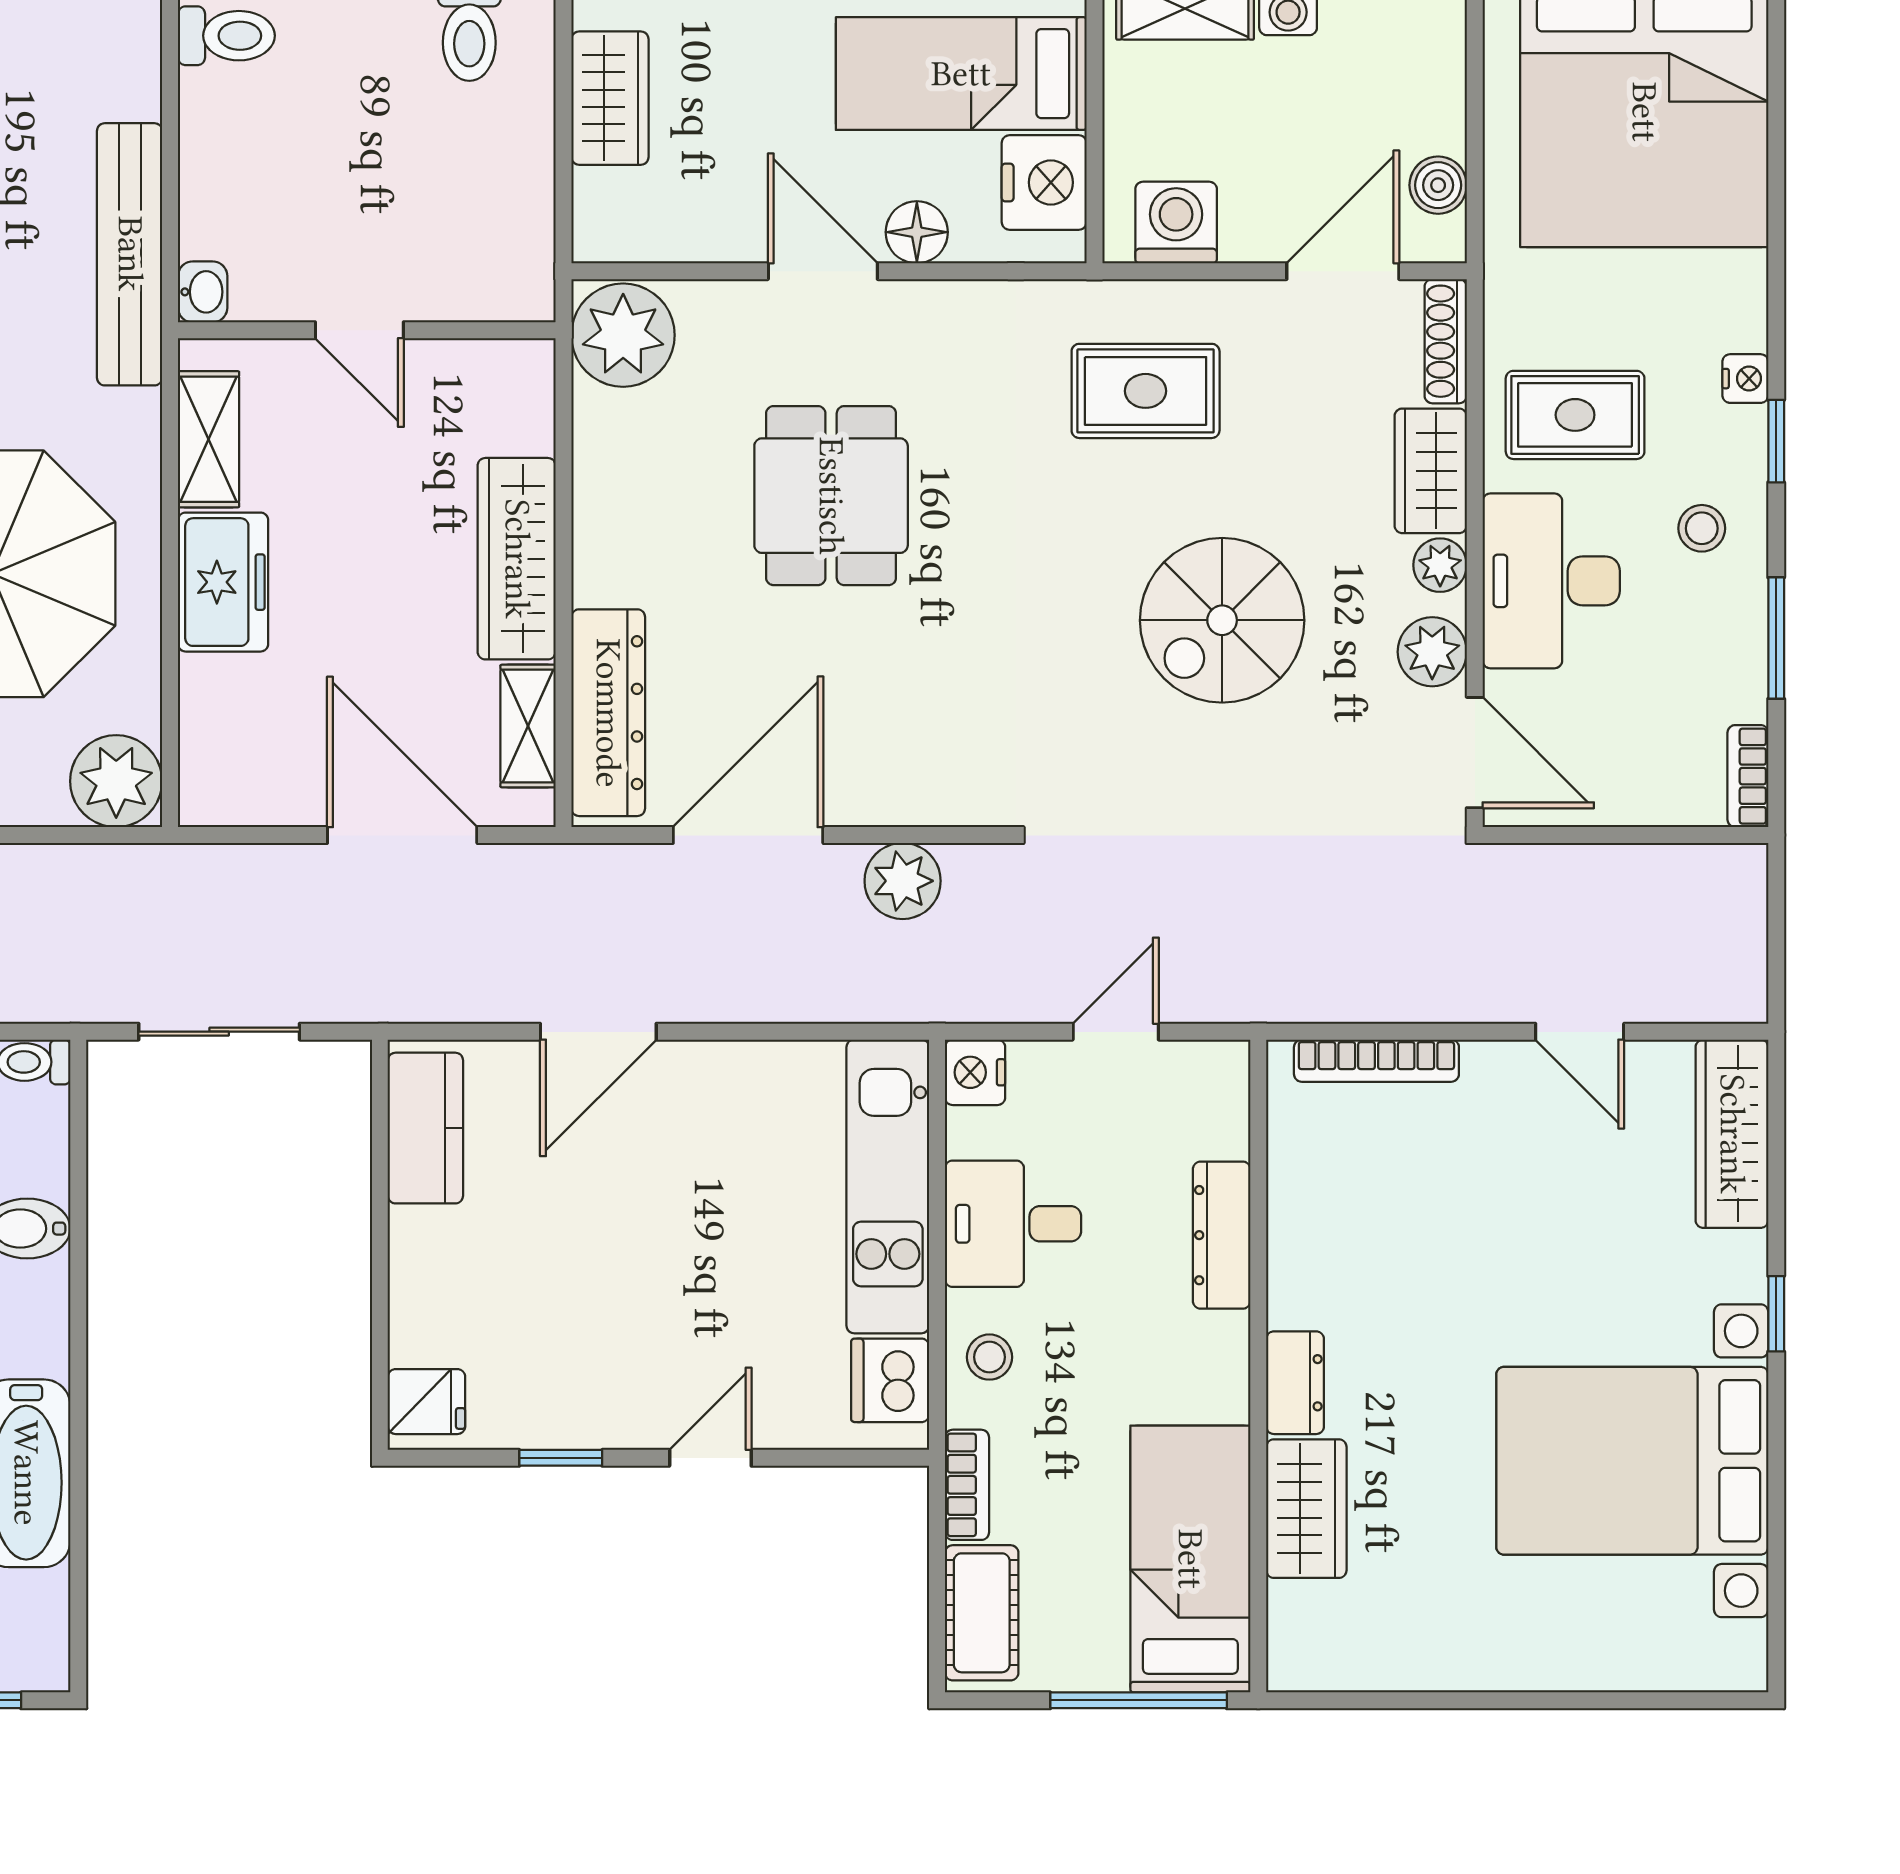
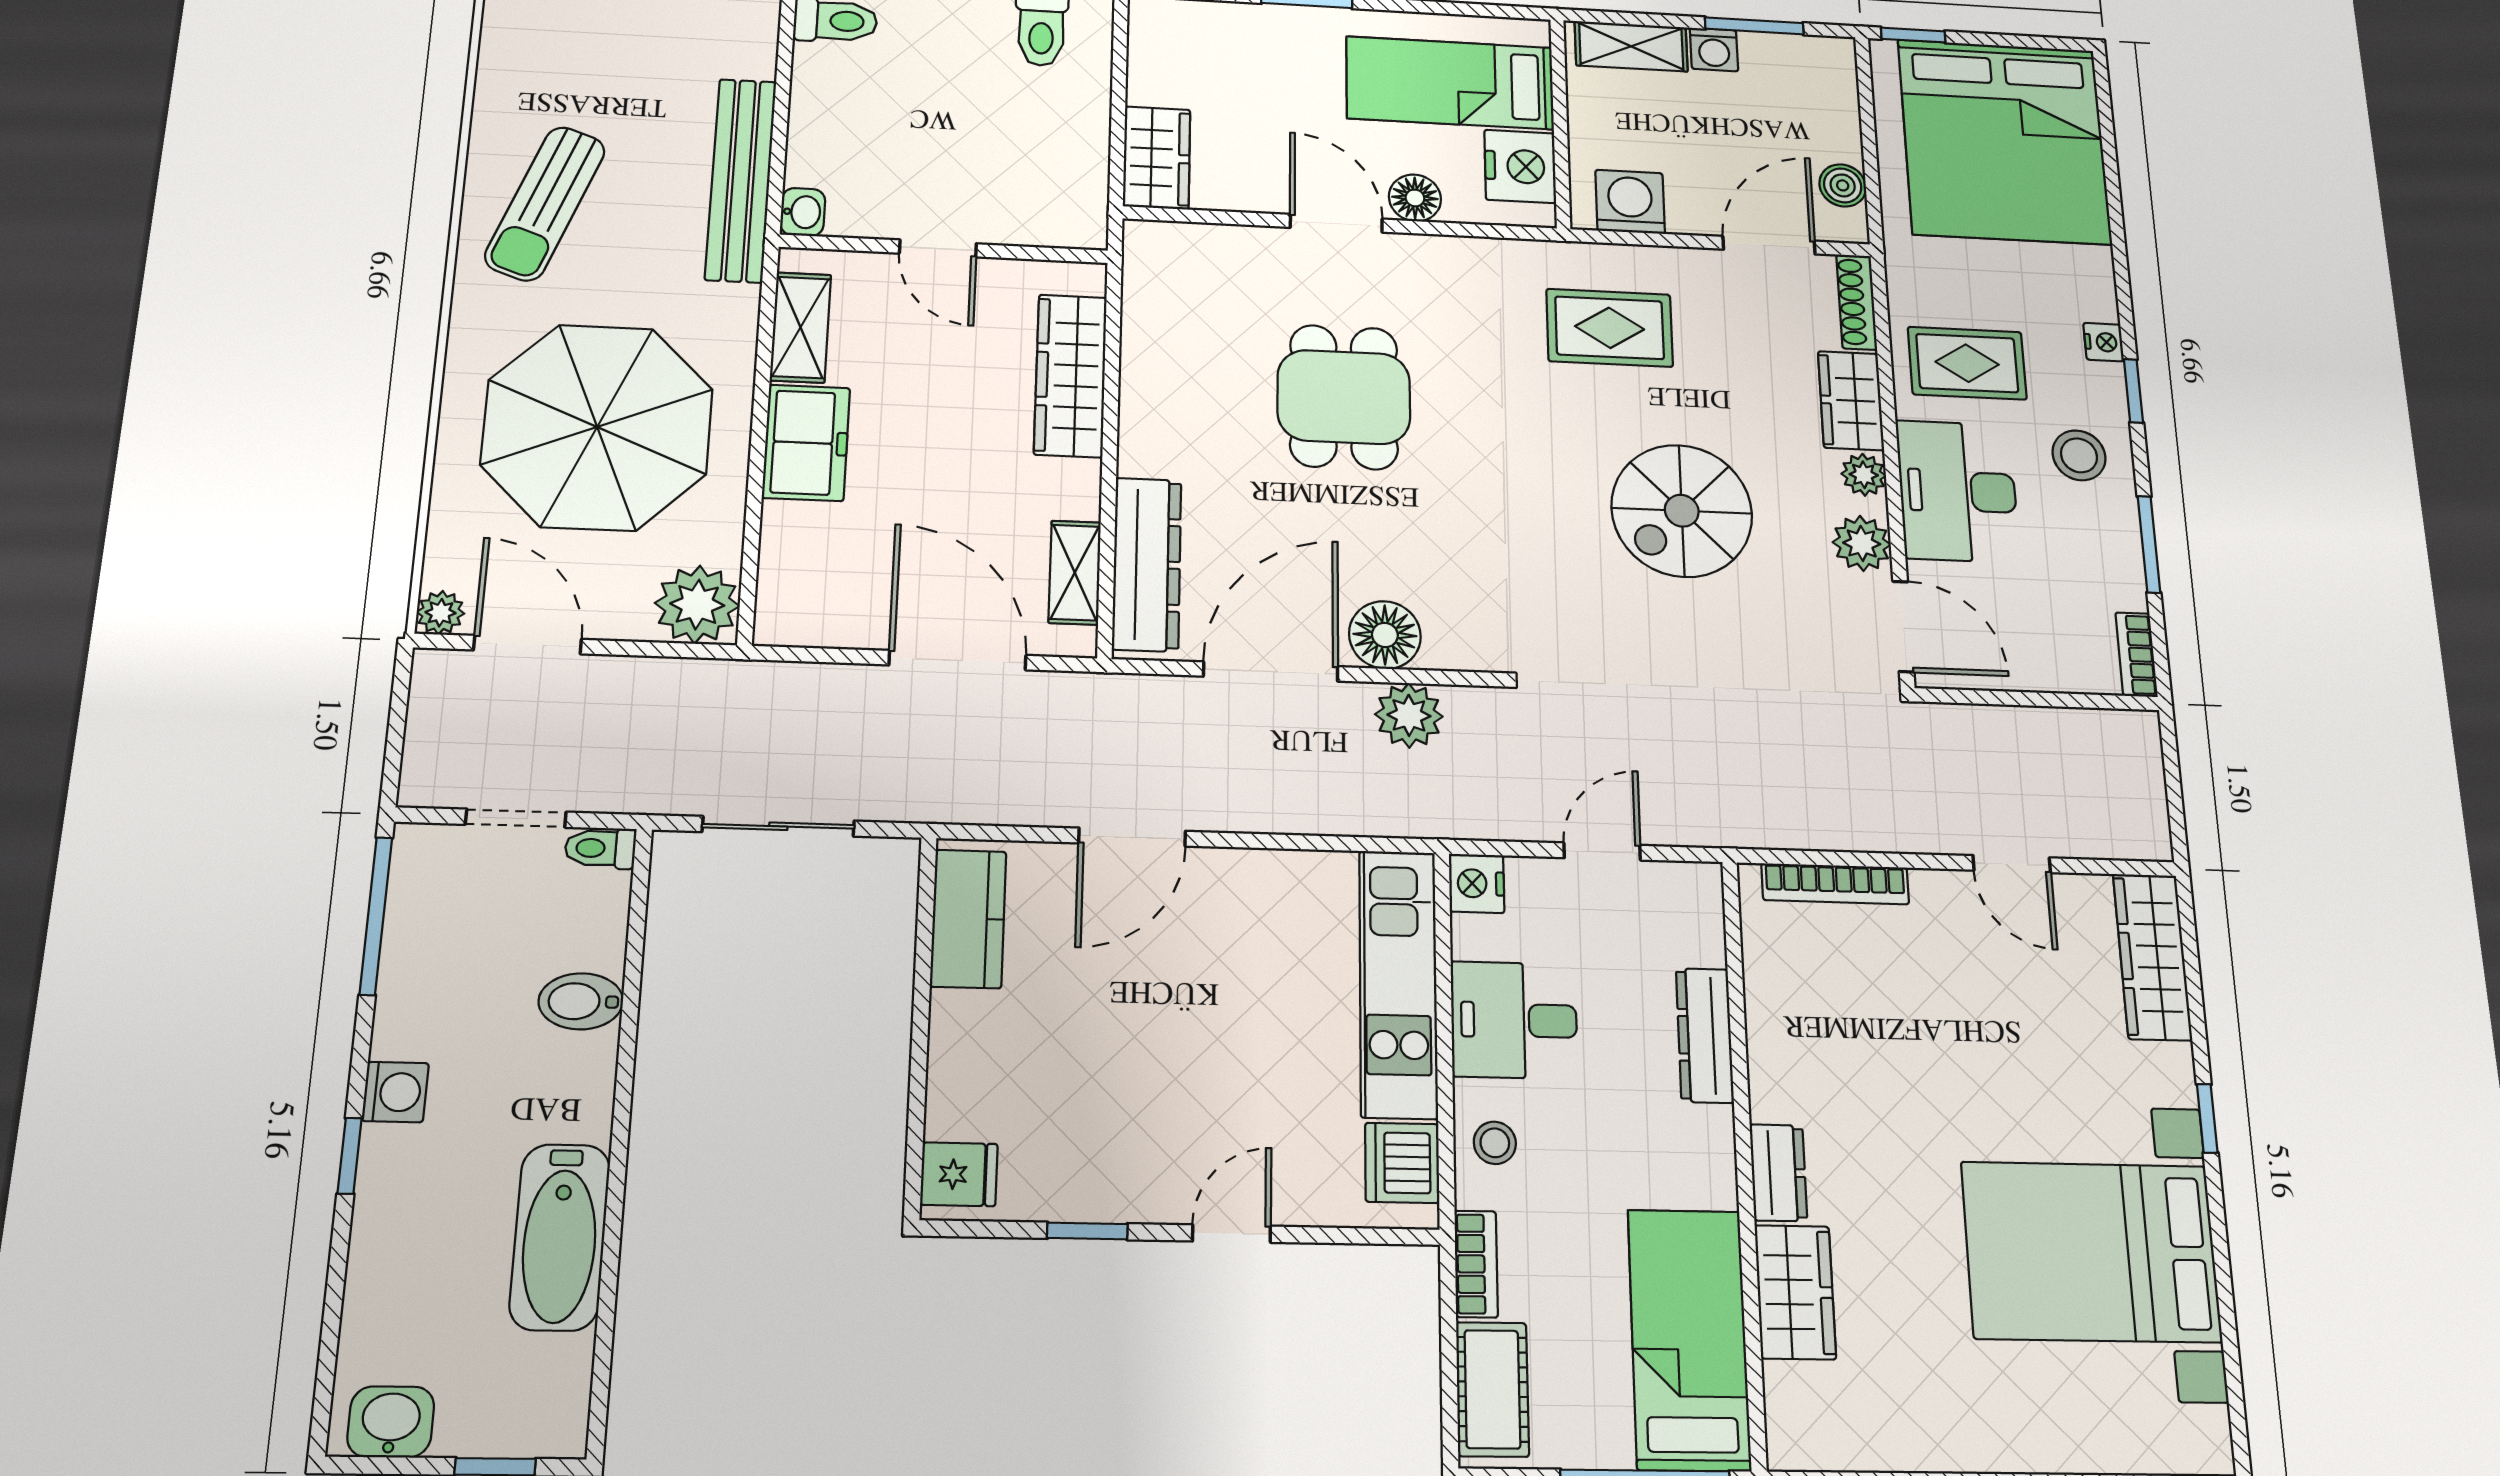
wardrobe: (610, 98) -> (1157, 158), moved
plant: (623, 335) -> (1166, 263), removed
stool: (1702, 528) -> (2079, 455), width x1.37, depth x1.37
wardrobe: (517, 559) -> (1071, 376), moved
floor lamp: (876, 787) -> (1385, 635), added

